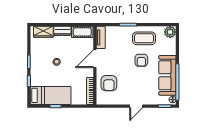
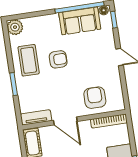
sofa: (167, 75) -> (80, 21), width x0.73
armchair: (109, 83) -> (95, 98), turned -90

